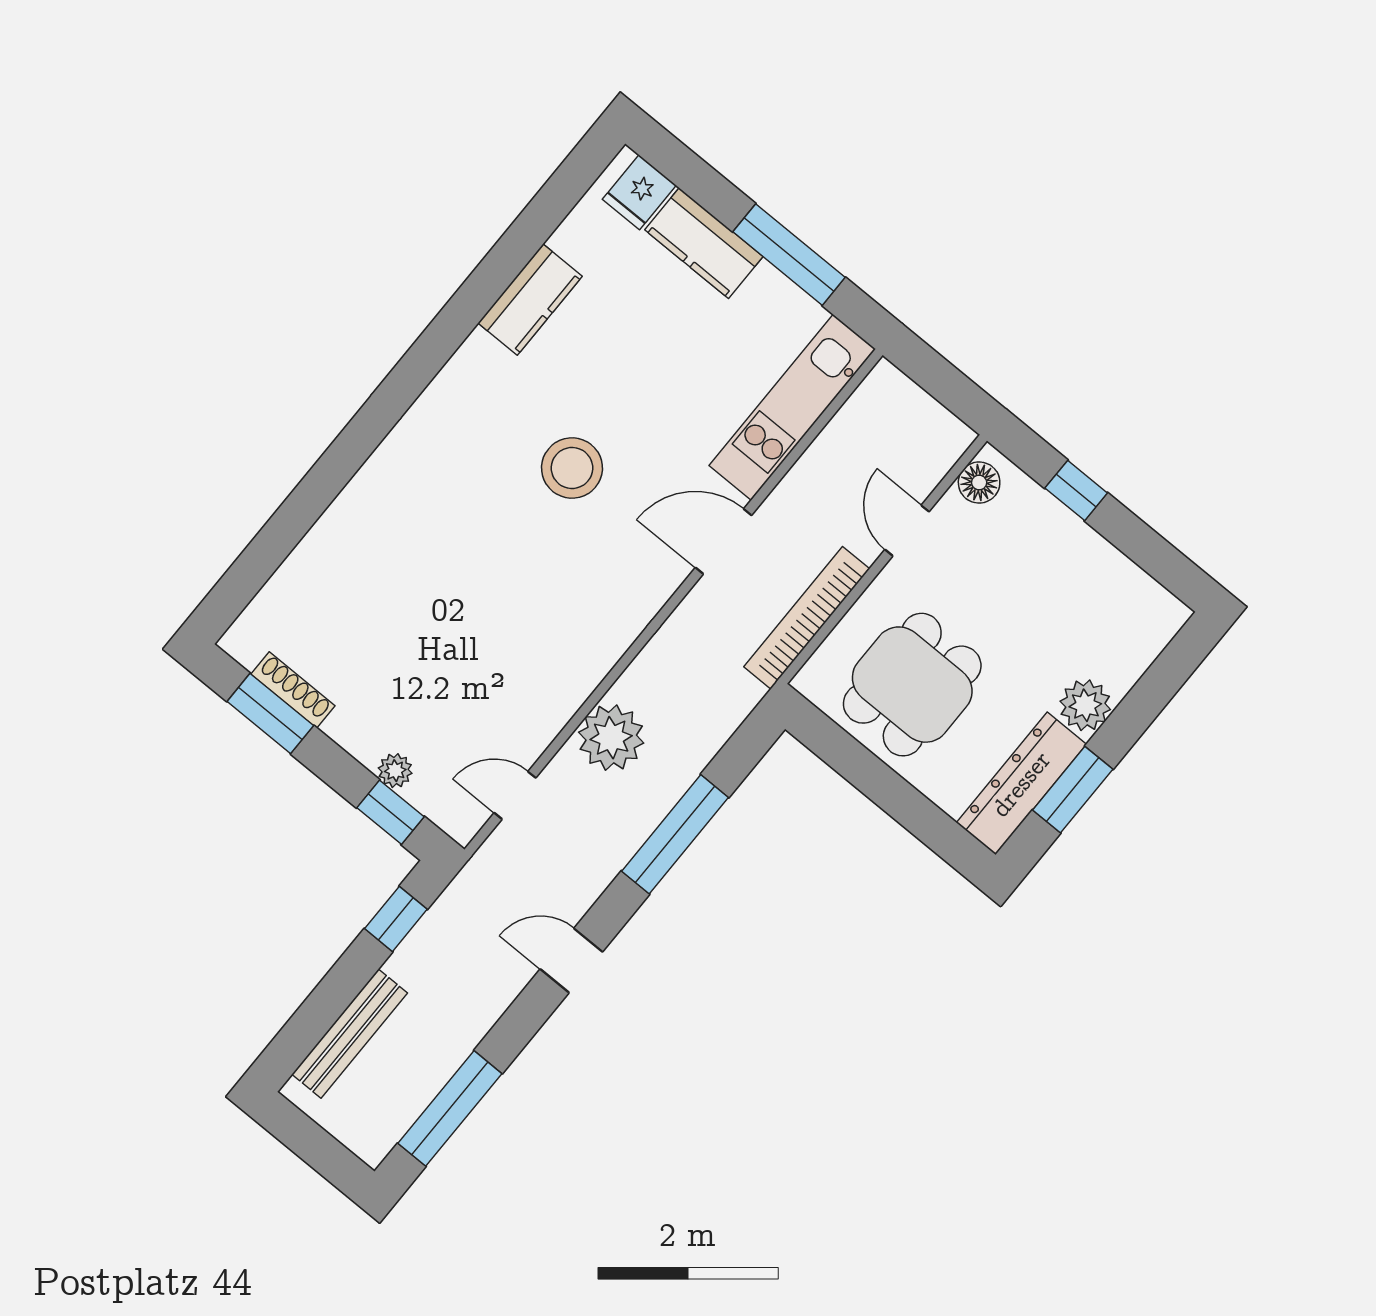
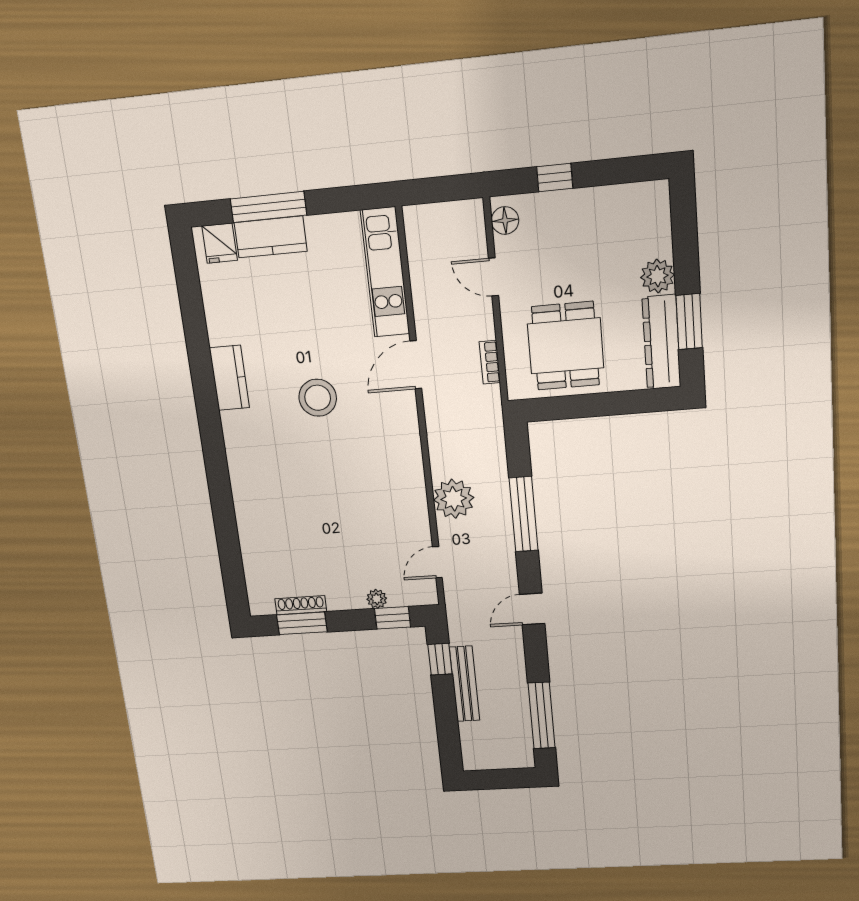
window: (789, 255) -> (268, 207), moved
kitchen counter: (530, 300) -> (229, 378), moved
bookcase: (807, 618) -> (490, 362), width x0.43, depth x0.76
bench: (350, 1034) -> (465, 684), moved

